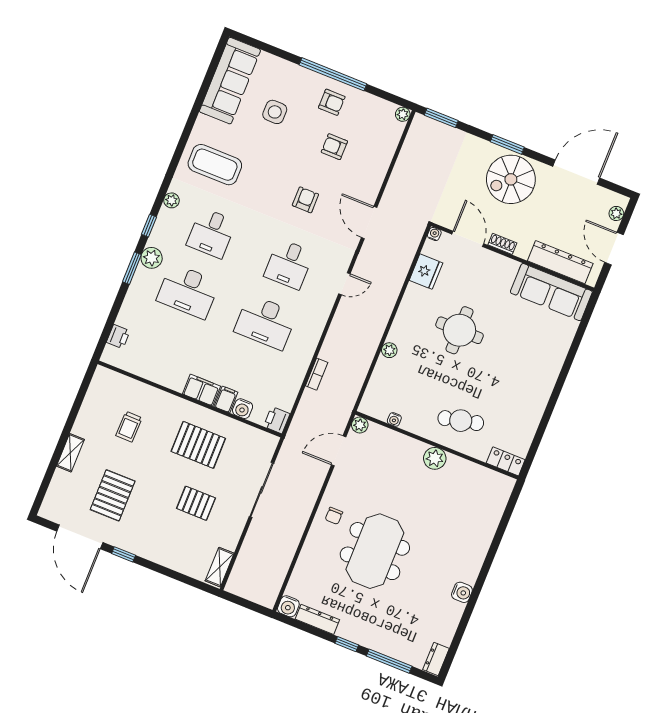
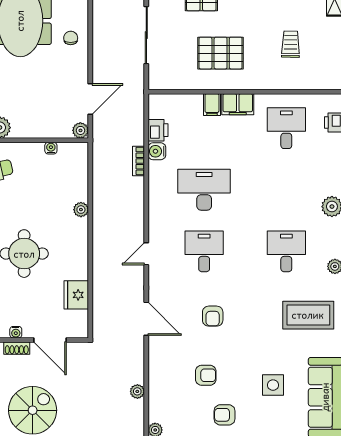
plant: (405, 157) -> (137, 391), added
water cooler: (434, 234) -> (16, 332), moved
desk: (188, 291) -> (286, 128), moved, width x0.73
water cooler: (243, 409) -> (157, 151), moved, turned -90
printer: (277, 420) -> (158, 130), moved

